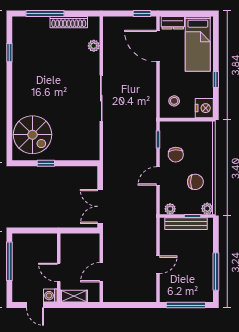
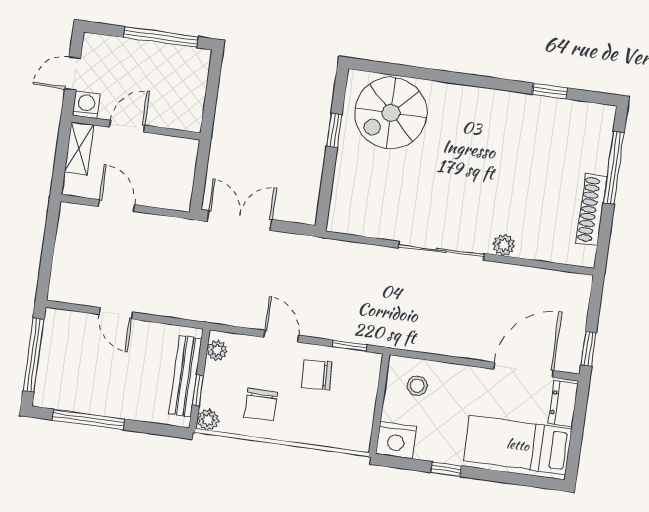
plant: (94, 46) -> (504, 245), moved

